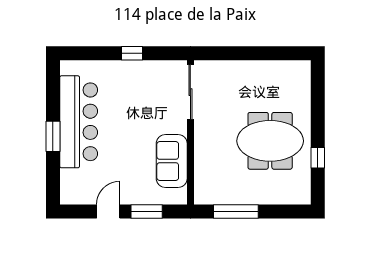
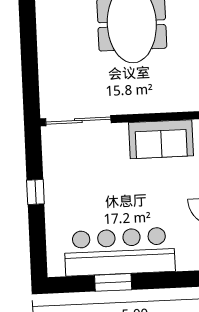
window: (53, 136) -> (113, 282), moved

